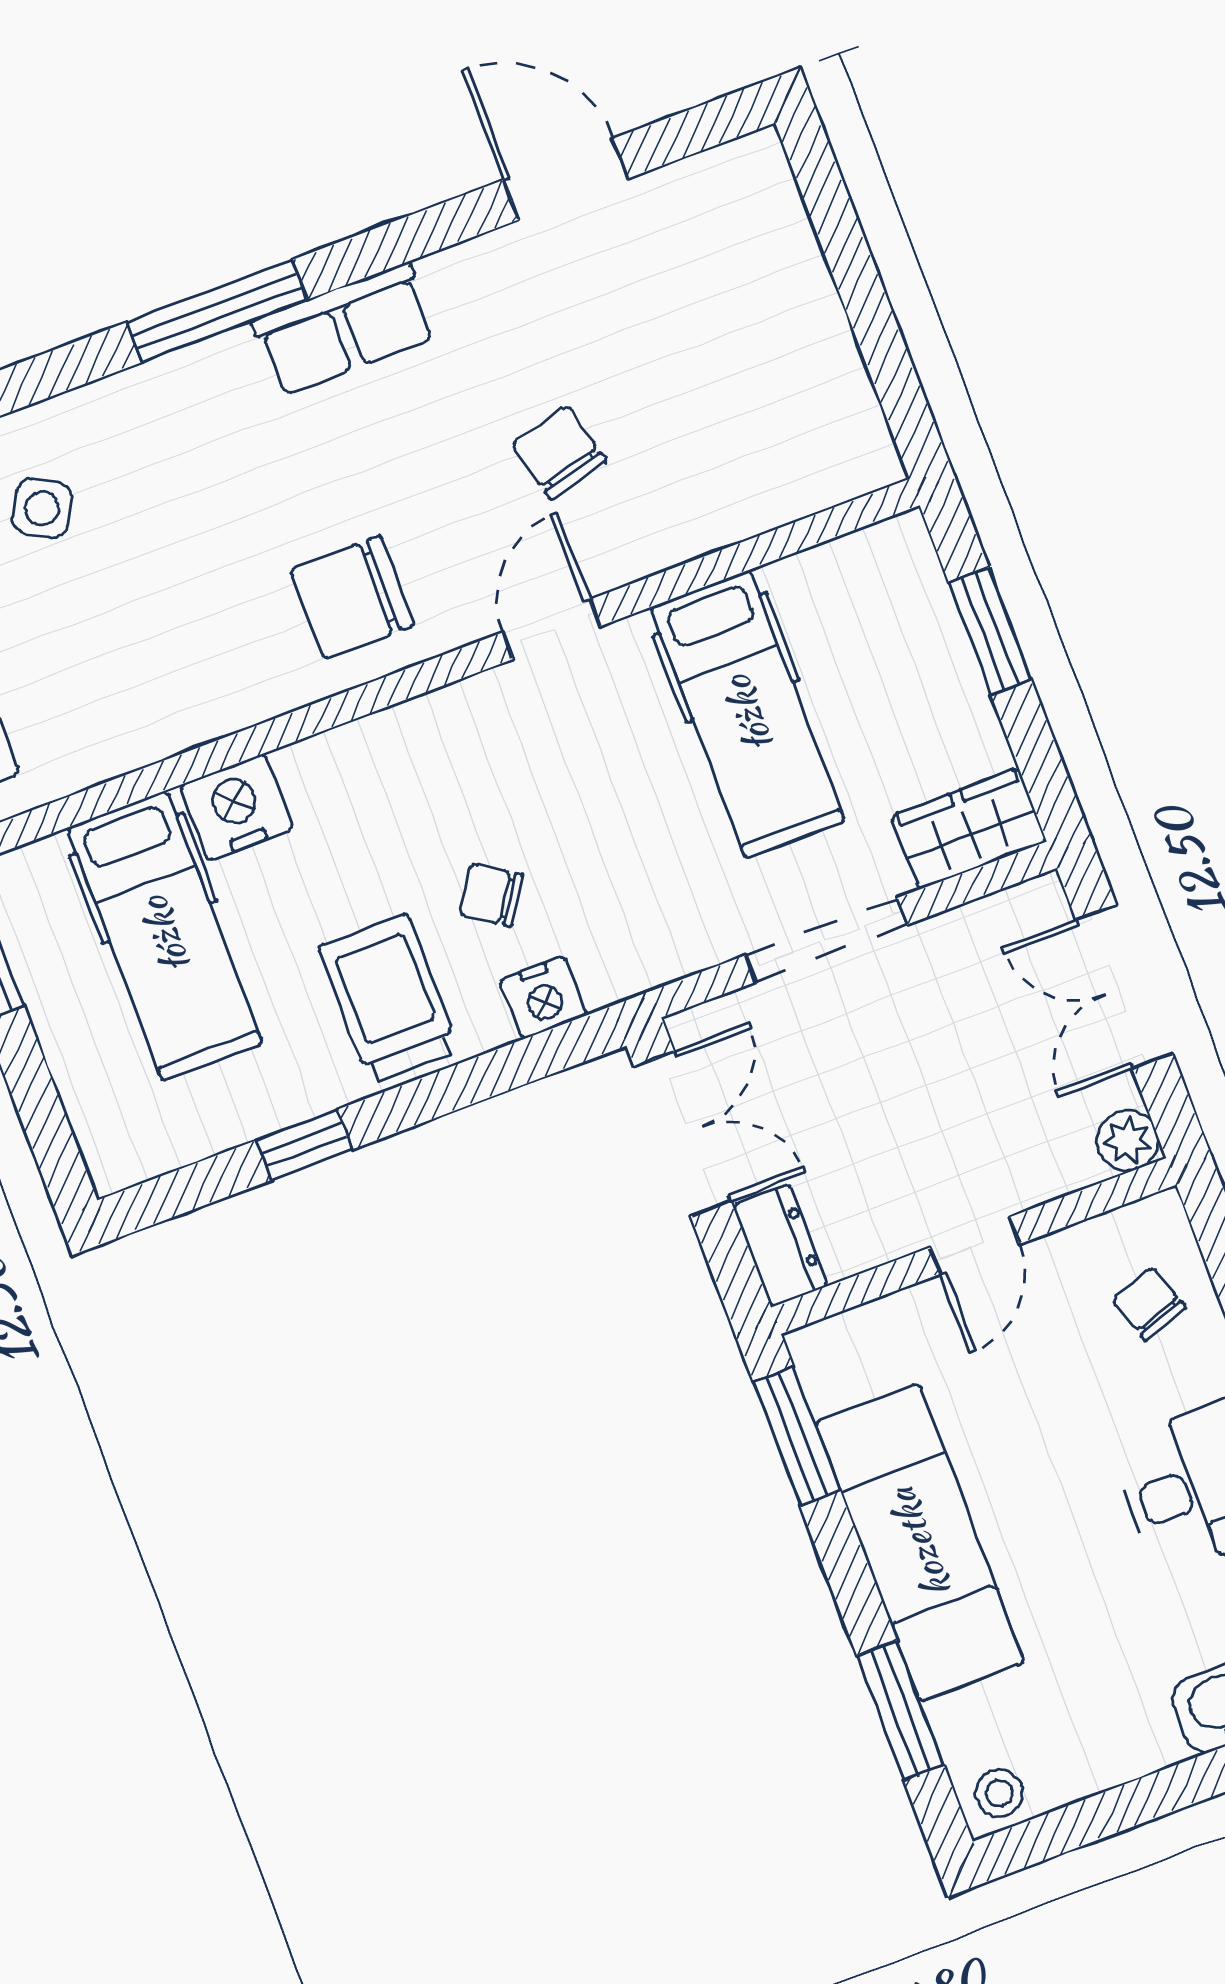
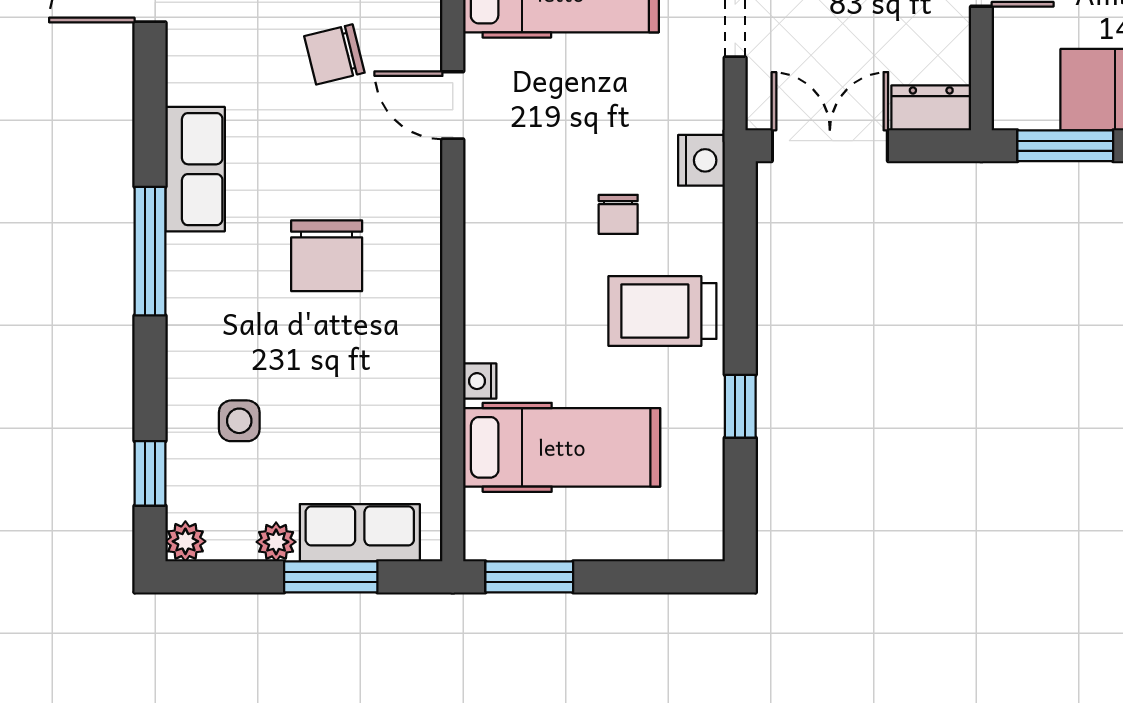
side table: (42, 508) -> (239, 421), turned -30
chair: (352, 597) -> (327, 256), moved
nightstand: (236, 807) -> (480, 381), width x0.53, depth x0.56
chair: (491, 895) -> (618, 214), turned -33
nightstand: (543, 998) -> (701, 160), moved

